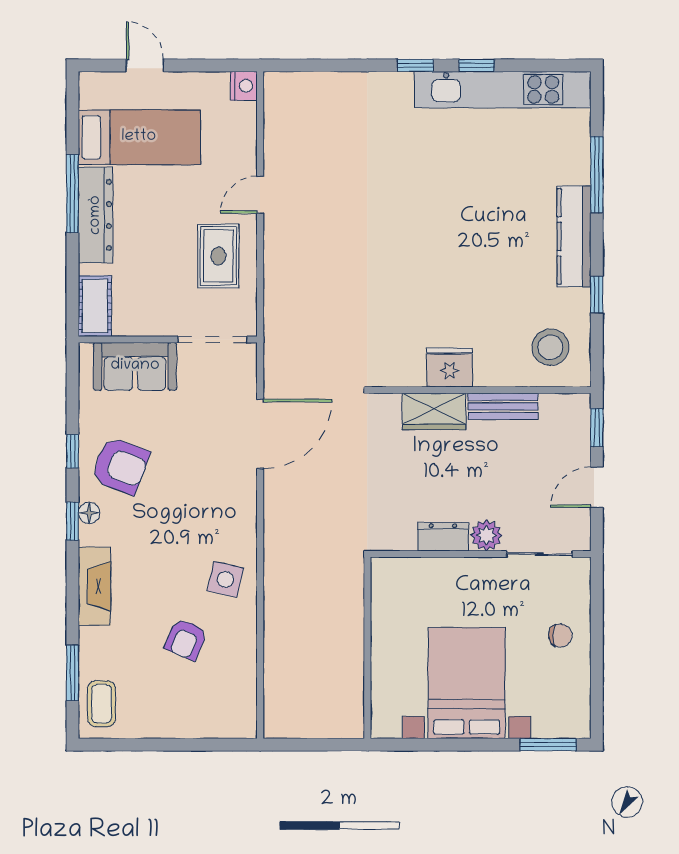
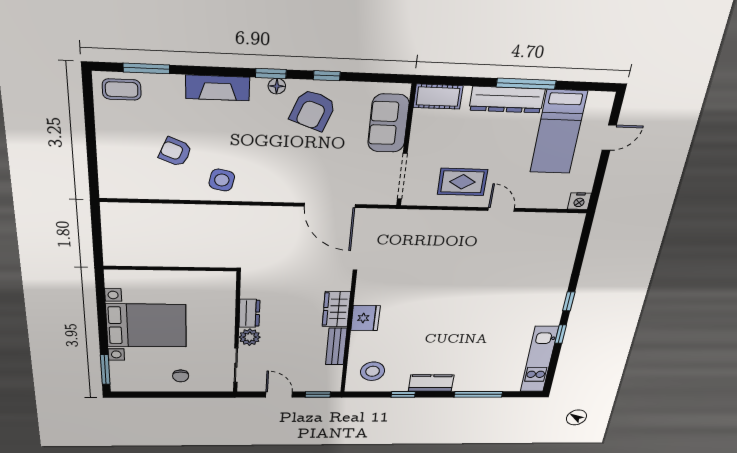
kitchen unit: (503, 90) -> (539, 359), width x0.73
kitchen counter: (574, 236) -> (431, 383), width x0.67

